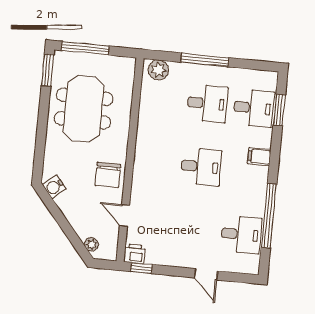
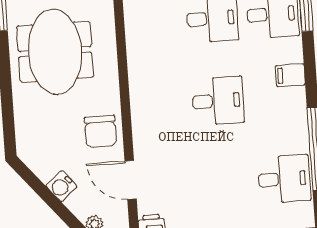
water cooler: (54, 187) -> (61, 186), moved
door: (125, 216) -> (131, 180), width x1.37

